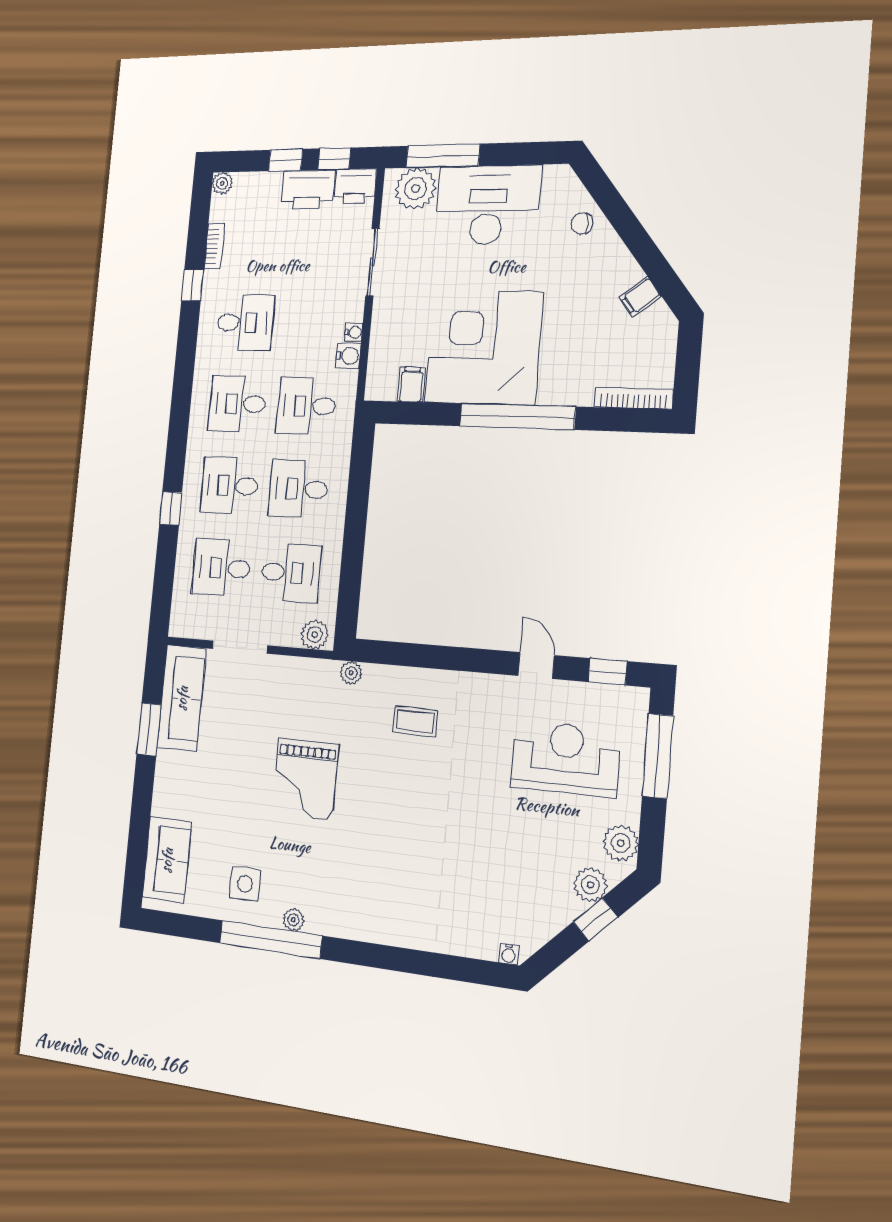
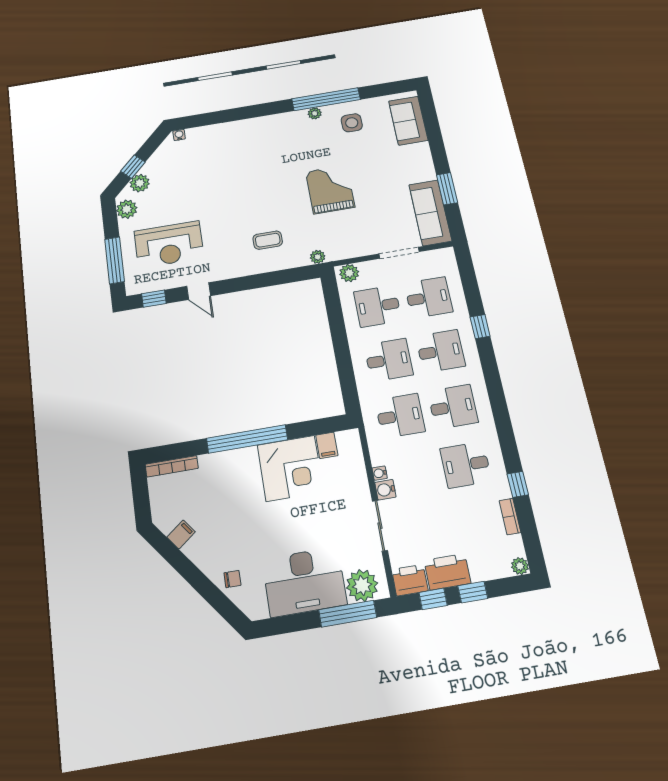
corner desk: (484, 347) -> (290, 468), width x0.74, depth x0.74
water cooler: (348, 356) -> (385, 490), moved

